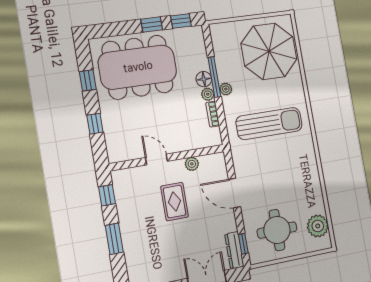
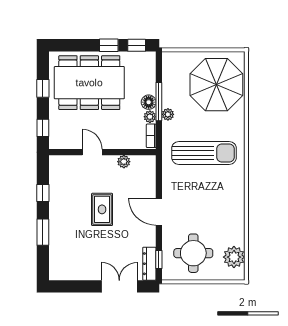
wall: (167, 158) -> (102, 152), moved
door: (156, 159) -> (92, 152), moved
plant: (192, 164) -> (124, 162), moved

